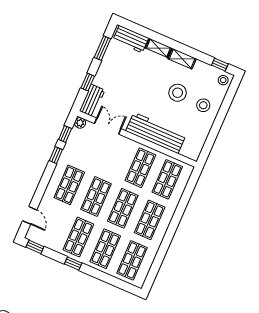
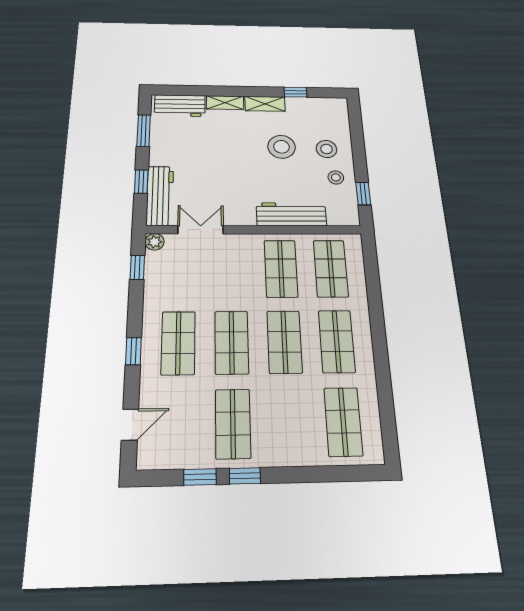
window: (220, 65) -> (295, 92), moved
stool: (223, 80) -> (336, 177), moved
workbench: (92, 101) -> (160, 196), width x1.38
workbench: (156, 133) -> (291, 214), width x0.73, depth x0.76
window: (209, 143) -> (363, 193), added
window: (56, 155) -> (133, 351), moved
door: (30, 215) -> (130, 425), hinge flipped
window: (35, 247) -> (200, 477), moved
shop shelf: (105, 249) -> (288, 423), removed

